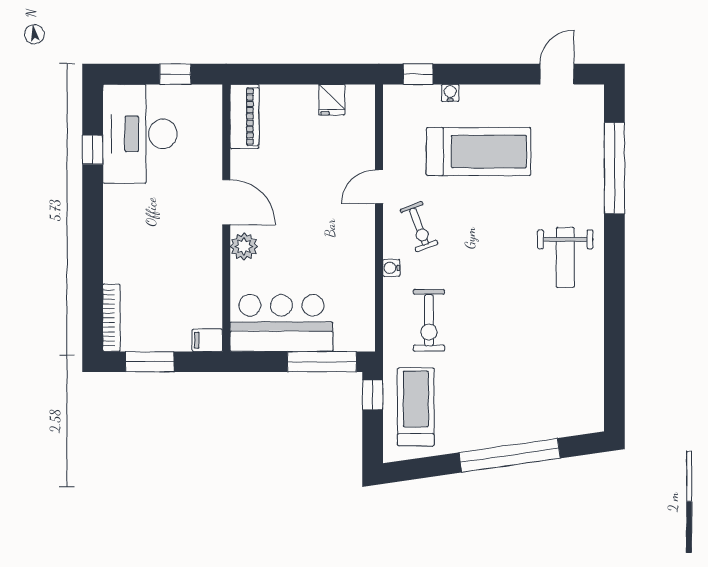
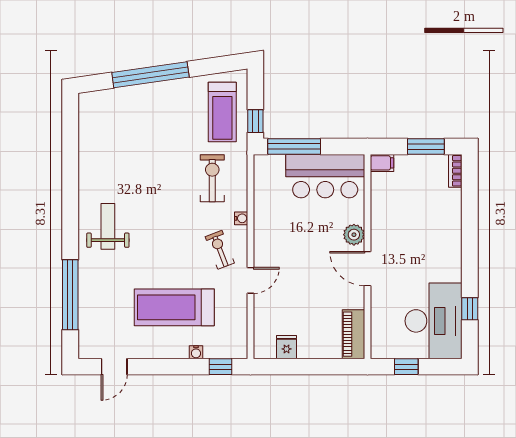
bookcase: (111, 318) -> (455, 171), width x0.64

